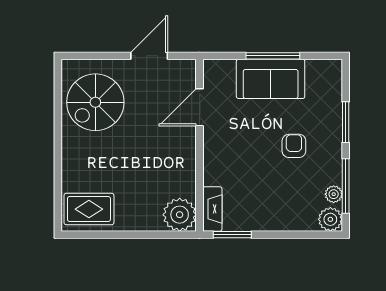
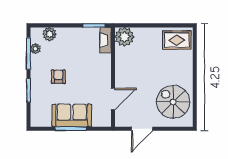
spiral stairs: (95, 102) -> (173, 102), turned -90
armchair: (294, 146) -> (58, 77), turned 180
plant: (330, 219) -> (49, 34), moved

